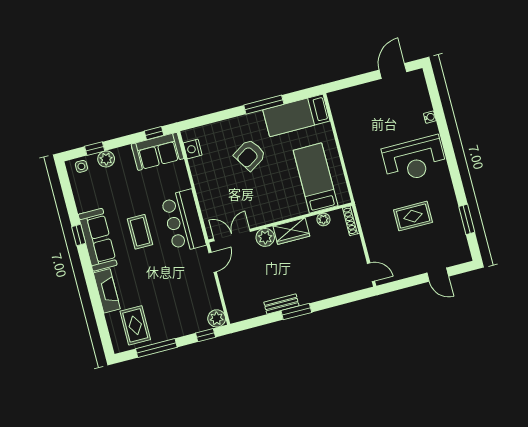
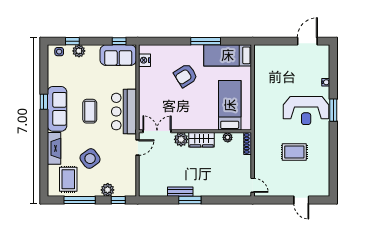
window: (467, 219) -> (333, 110), moved
side table: (156, 292) -> (90, 159), added
plant: (217, 318) -> (108, 190), moved

